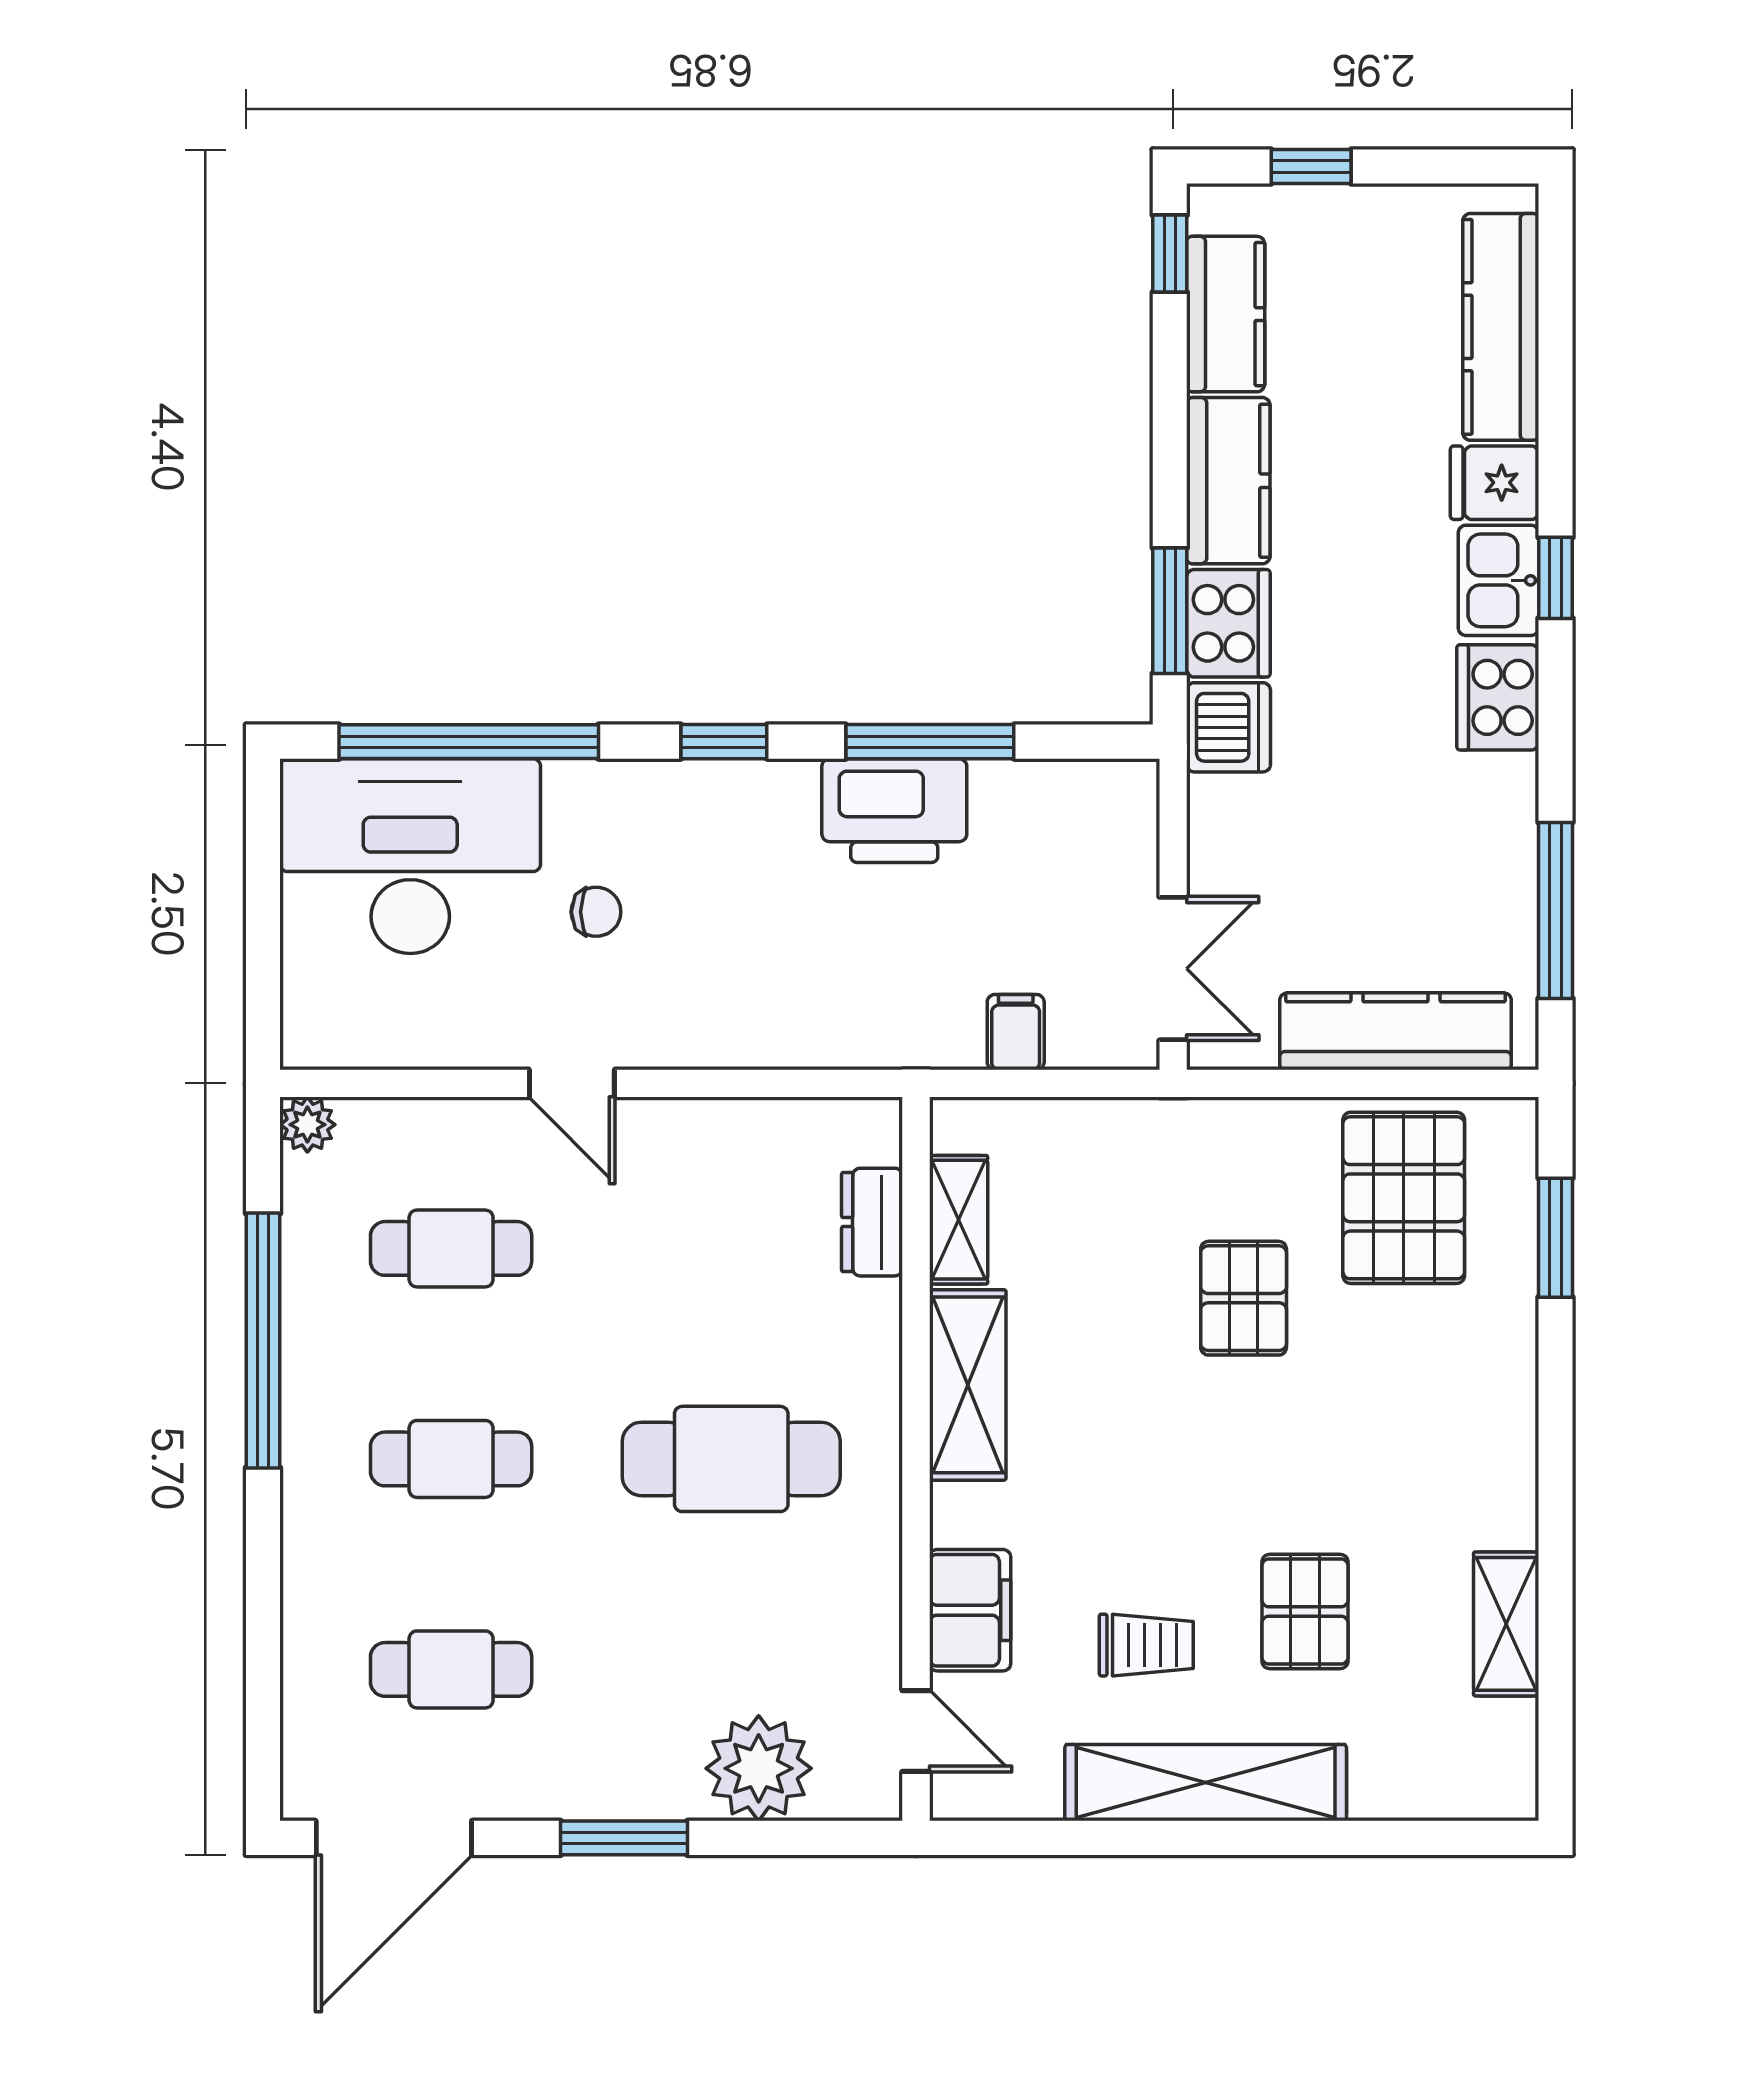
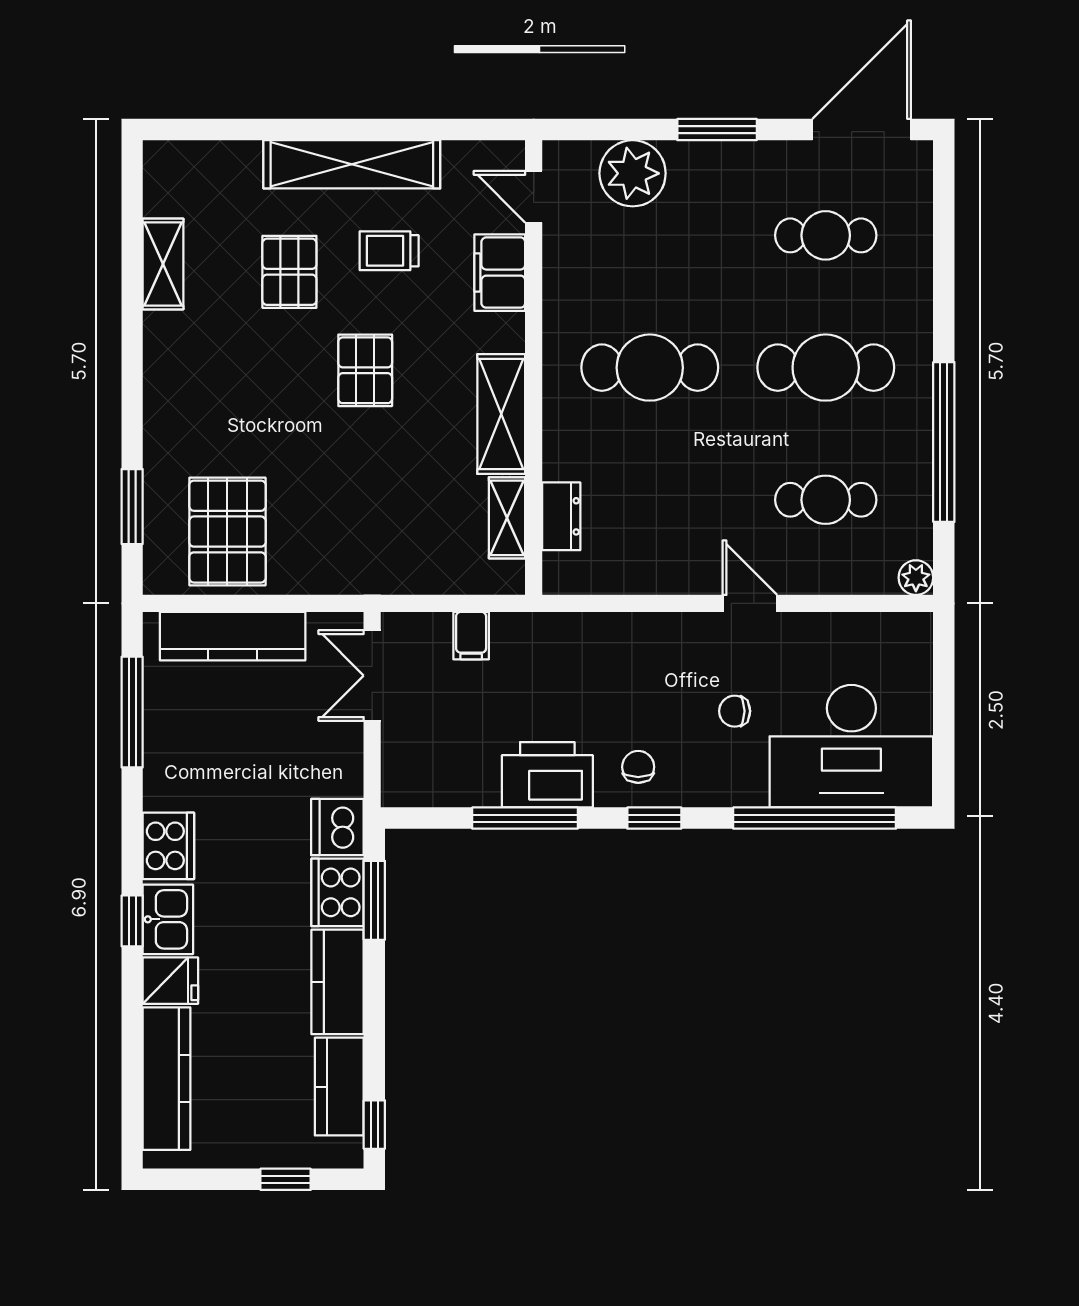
chair: (750, 823) -> (638, 767), added
pallet: (1244, 1298) -> (365, 370), moved
cafe table: (451, 1459) -> (826, 368), width x1.37, depth x1.35

